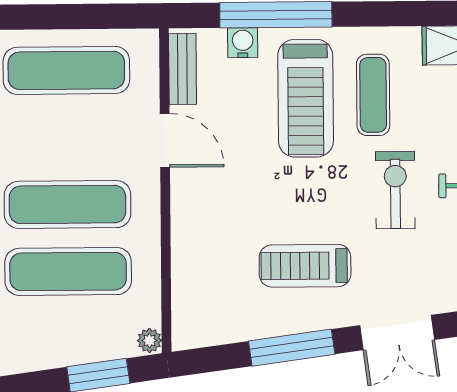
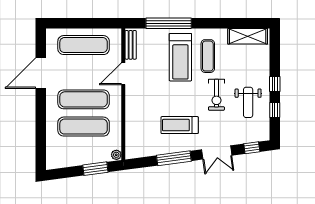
water cooler: (243, 43) -> (155, 34), removed
door: (165, 140) -> (123, 74), swing flipped
exercise bike: (395, 190) -> (216, 95), turned 180

